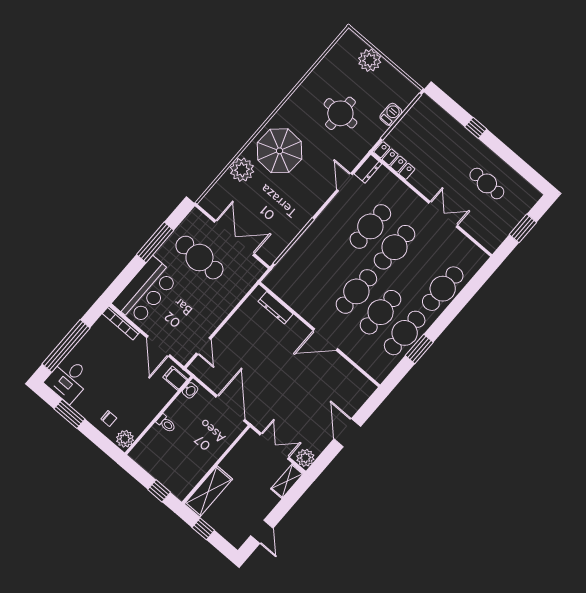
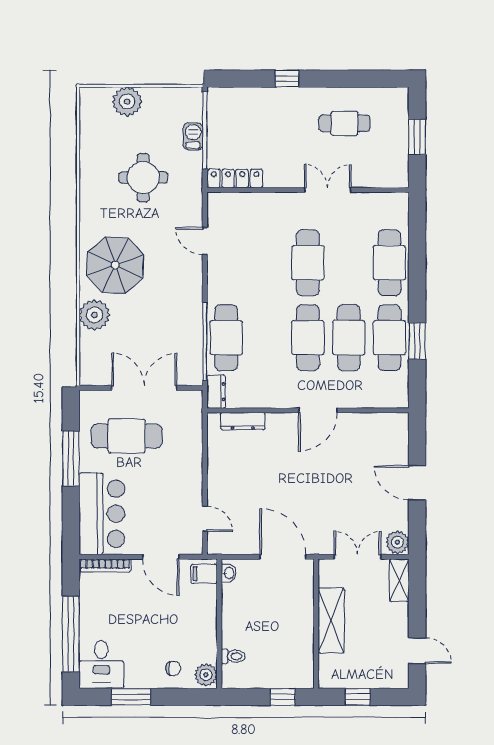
dresser: (368, 169) -> (216, 392), moved
cafe table: (370, 226) -> (226, 338), moved
toilet: (166, 424) -> (233, 656), moved
shelving: (208, 491) -> (331, 620), moved

